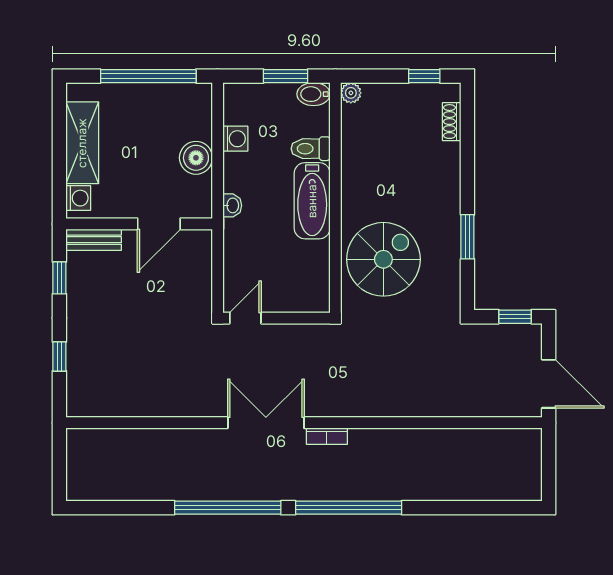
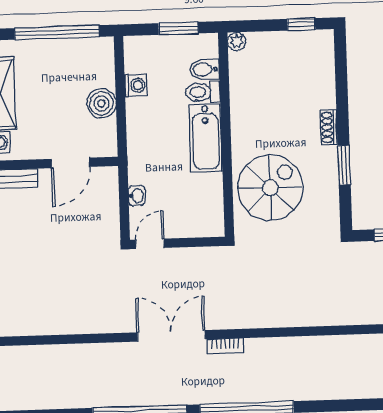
bidet: (313, 94) -> (204, 69), moved
shoe rack: (452, 122) -> (329, 127), moved
washbasin: (232, 205) -> (137, 196), moved

